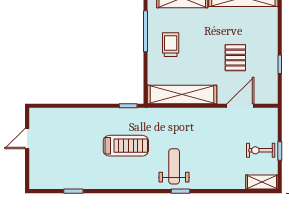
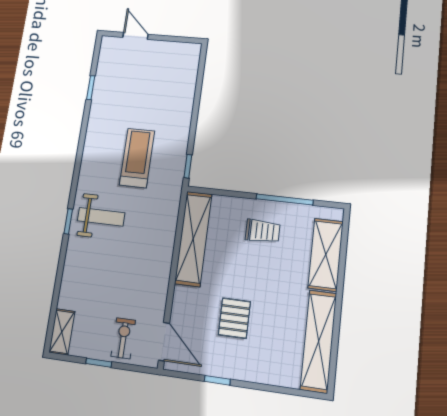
pallet: (235, 58) -> (234, 318), turned 90
door: (240, 106) -> (164, 342), moved
door: (27, 138) -> (135, 36), moved
treadmill: (126, 146) -> (137, 158), turned 180
exercise bike: (261, 150) -> (123, 338), moved

